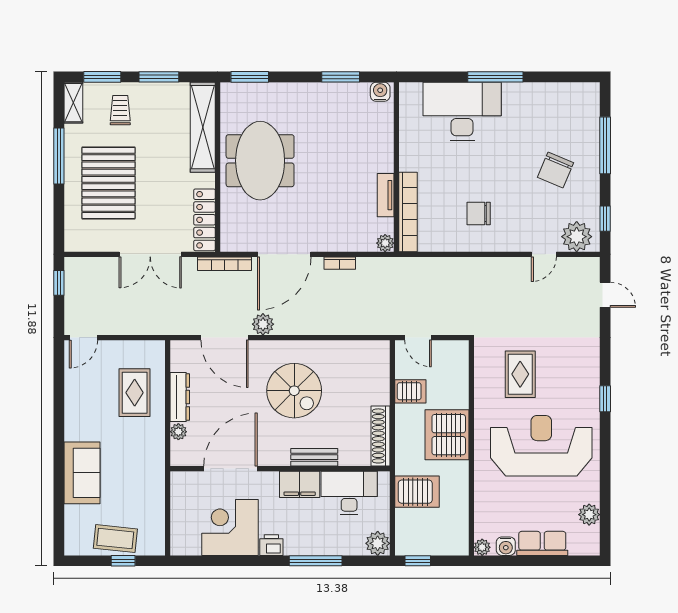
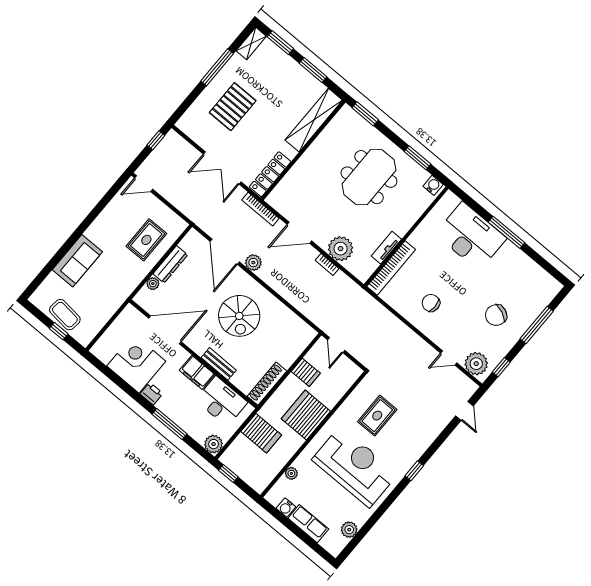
trolley: (120, 110) -> (275, 70), removed
meeting table: (260, 161) -> (369, 177), moved
pallet: (108, 183) -> (233, 107), width x0.73, depth x0.71
plant: (385, 243) -> (341, 249), moved, width x1.87, depth x1.87
door: (284, 254) -> (299, 233), width x0.73
plant: (482, 547) -> (291, 473), moved

